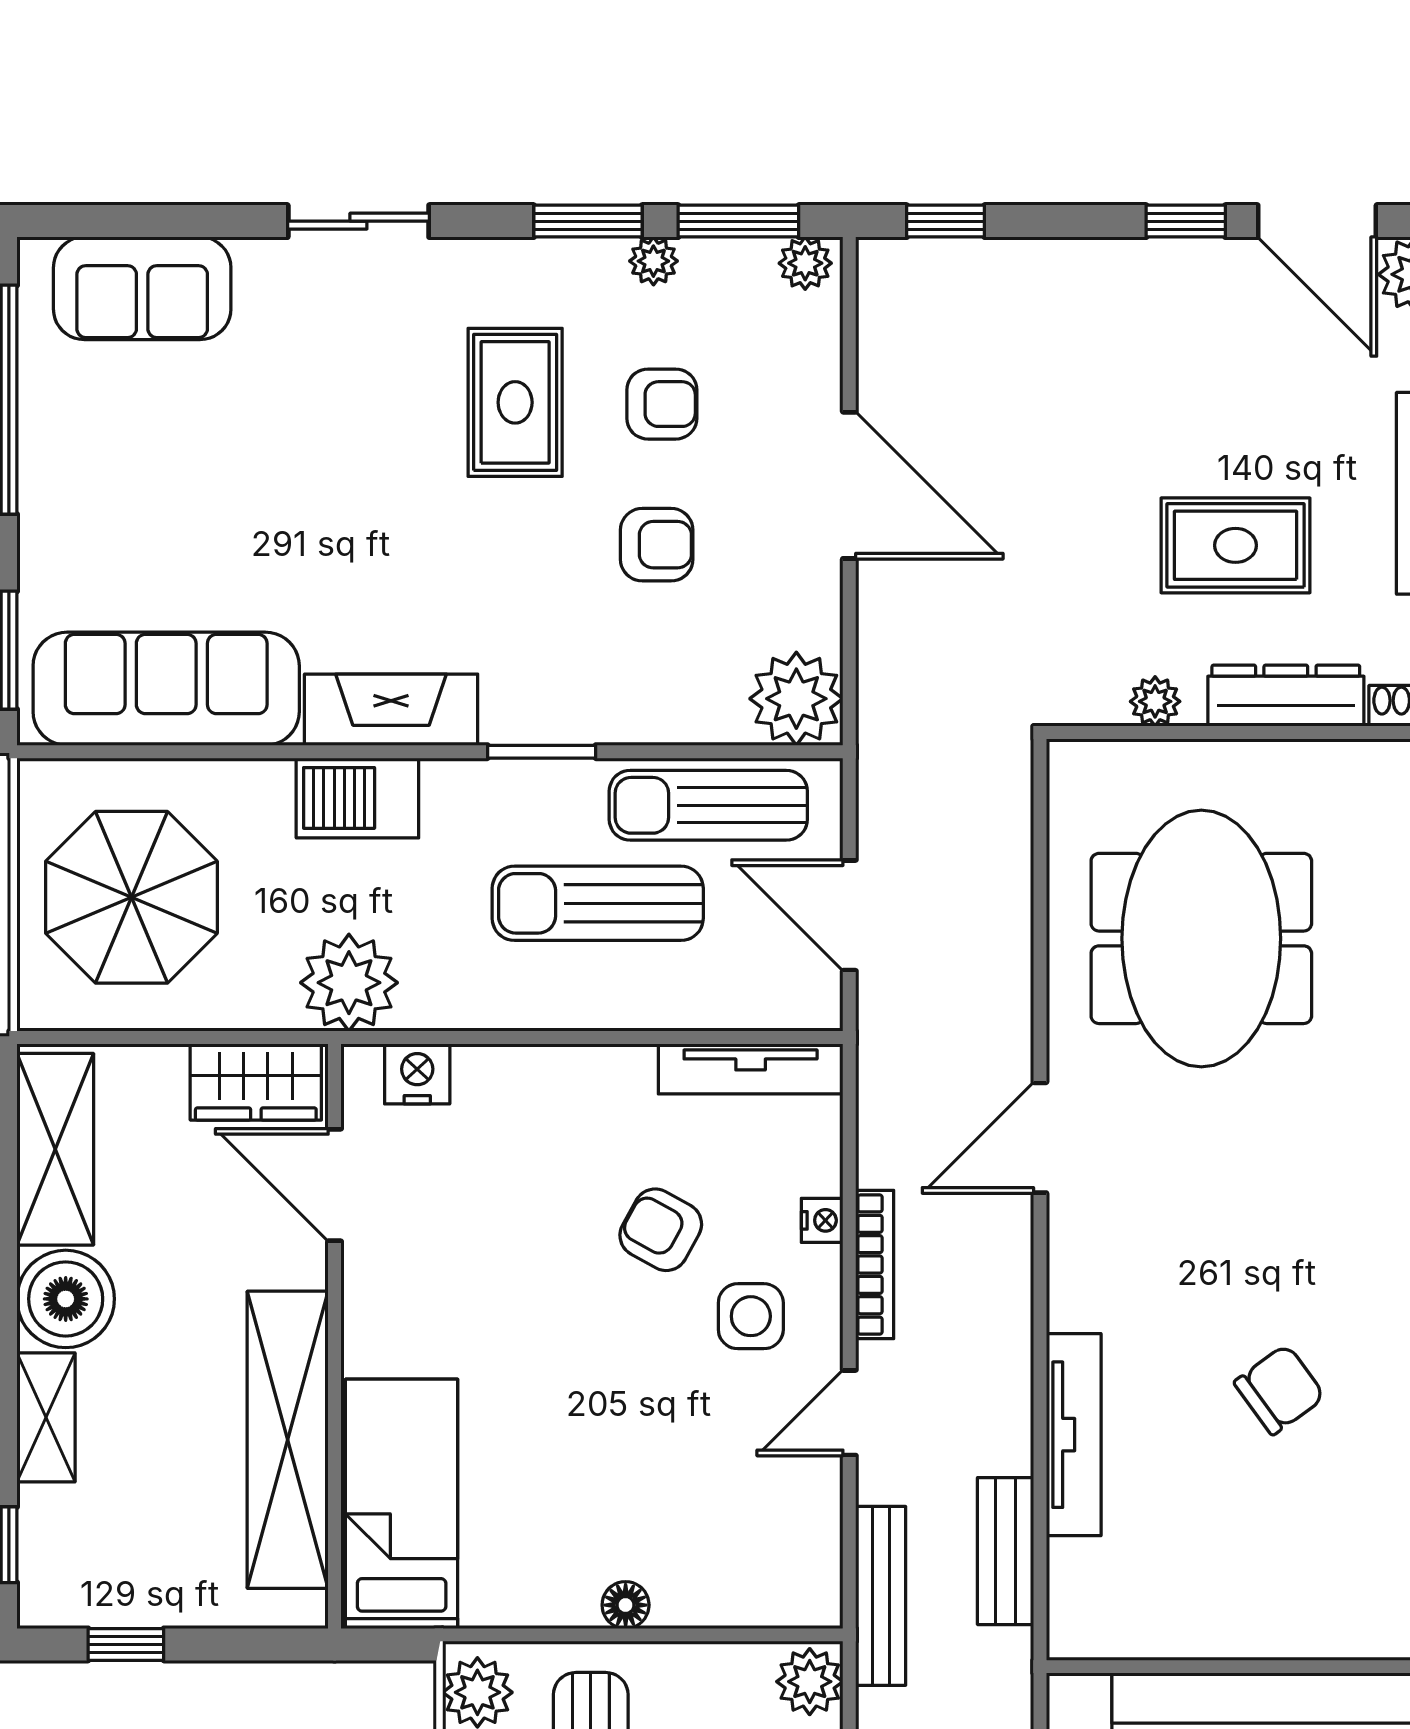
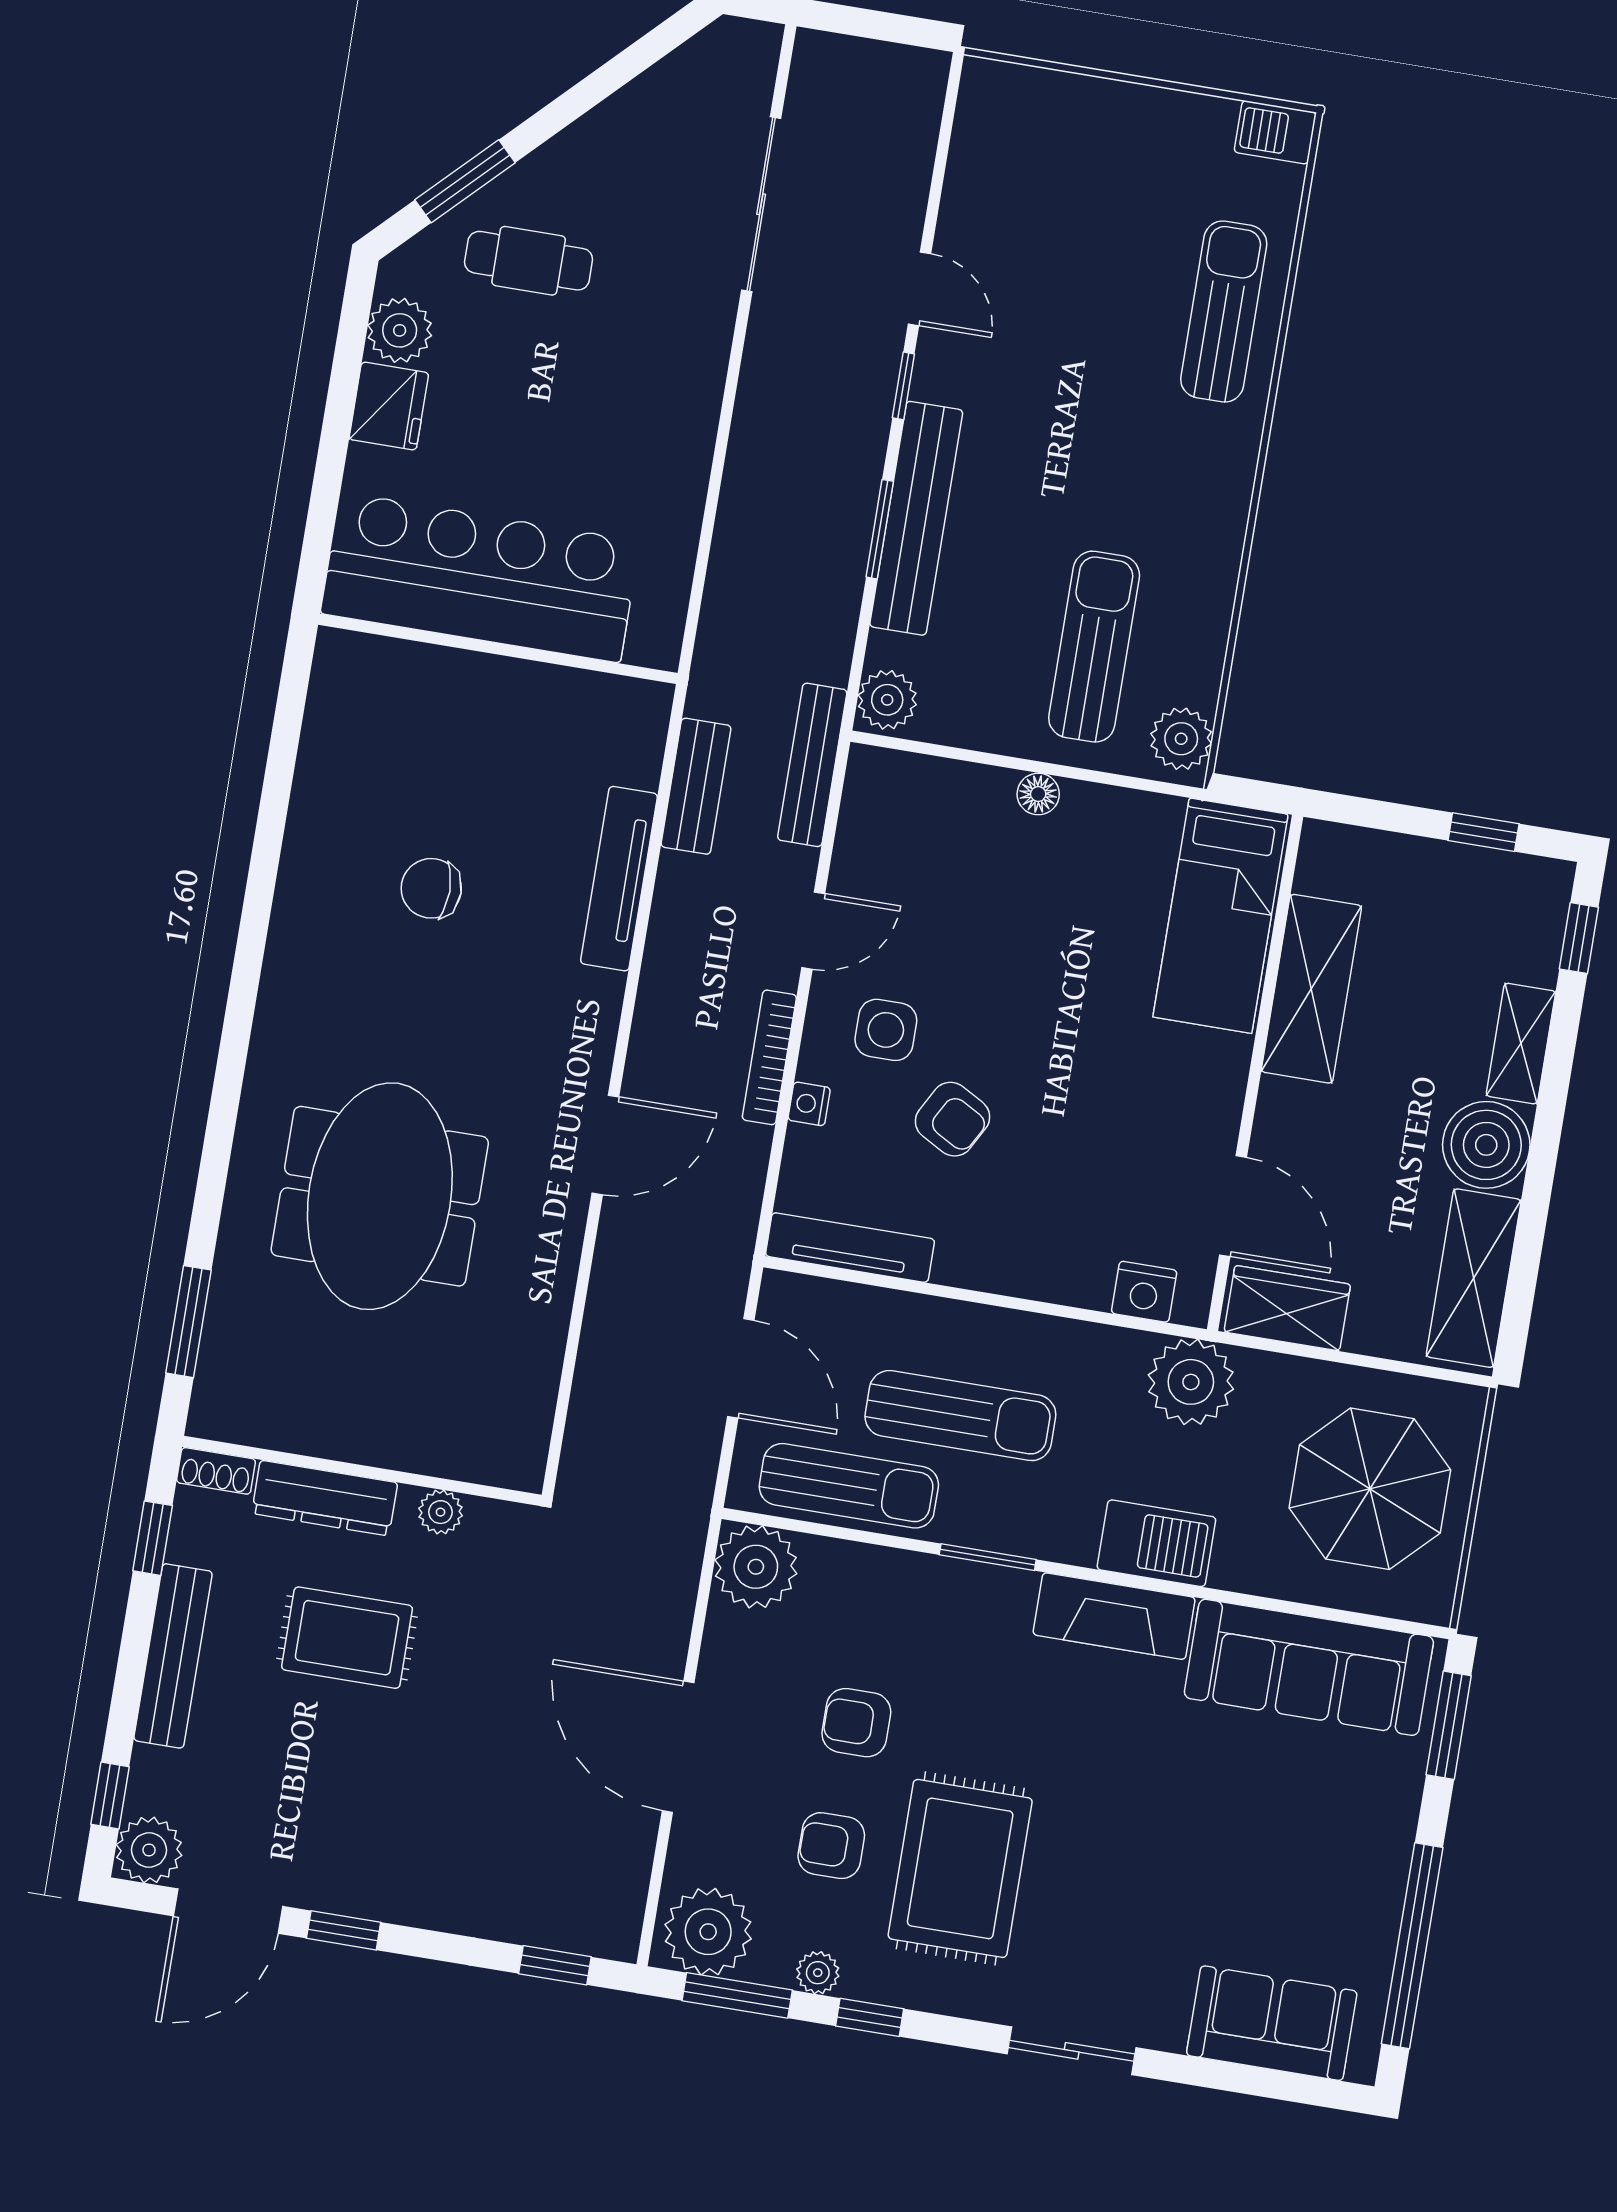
window: (588, 221) -> (870, 2017), width x0.67
door: (1317, 221) -> (228, 1911), swing flipped
plant: (805, 263) -> (708, 1932), width x1.88, depth x1.88
rug: (515, 402) -> (960, 1868), width x1.36, depth x1.43
meeting table: (1201, 938) -> (380, 1196), moved
chair: (1280, 1390) -> (431, 888), turned 36
shelving: (288, 1440) -> (1311, 989), width x0.68

